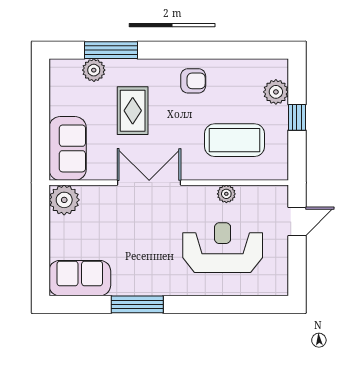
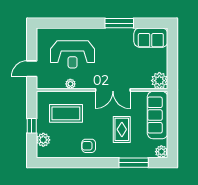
plant: (94, 70) -> (161, 152), moved
sofa: (68, 148) -> (158, 115), width x1.36

